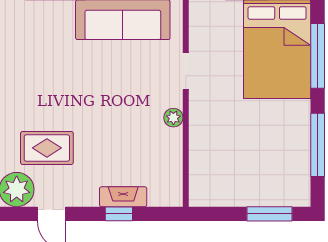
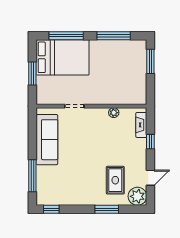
plant: (173, 118) -> (114, 113), moved
fireplace: (123, 197) -> (141, 125), moved

